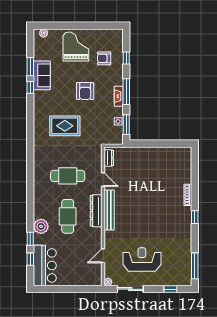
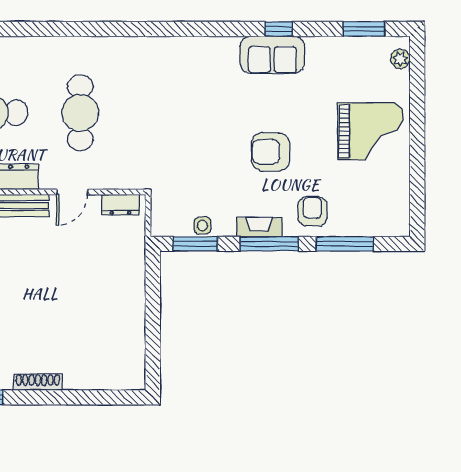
armchair: (104, 58) -> (312, 211), moved
window: (126, 58) -> (345, 244), width x2.17
window: (30, 67) -> (364, 29), moved
sofa: (42, 75) -> (272, 55), moved
rug: (65, 126) -> (193, 106), removed

